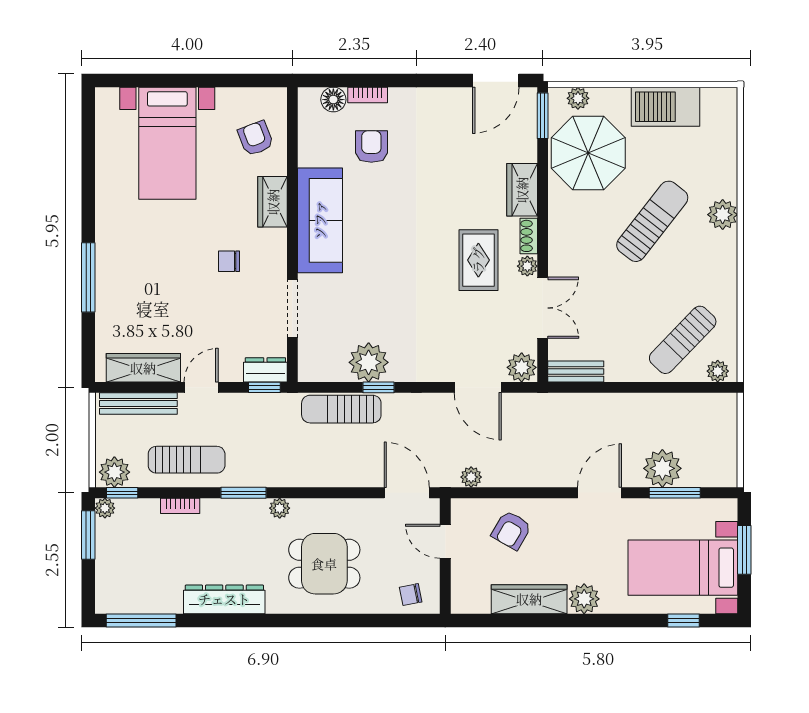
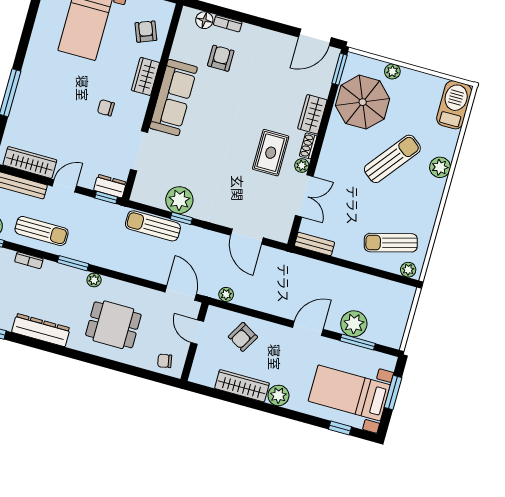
plant: (578, 98) -> (392, 71), moved
barbecue: (665, 107) -> (454, 105), moved, turned 90
sun lounger: (683, 340) -> (391, 243), turned 31
plant: (522, 367) -> (279, 231), removed

